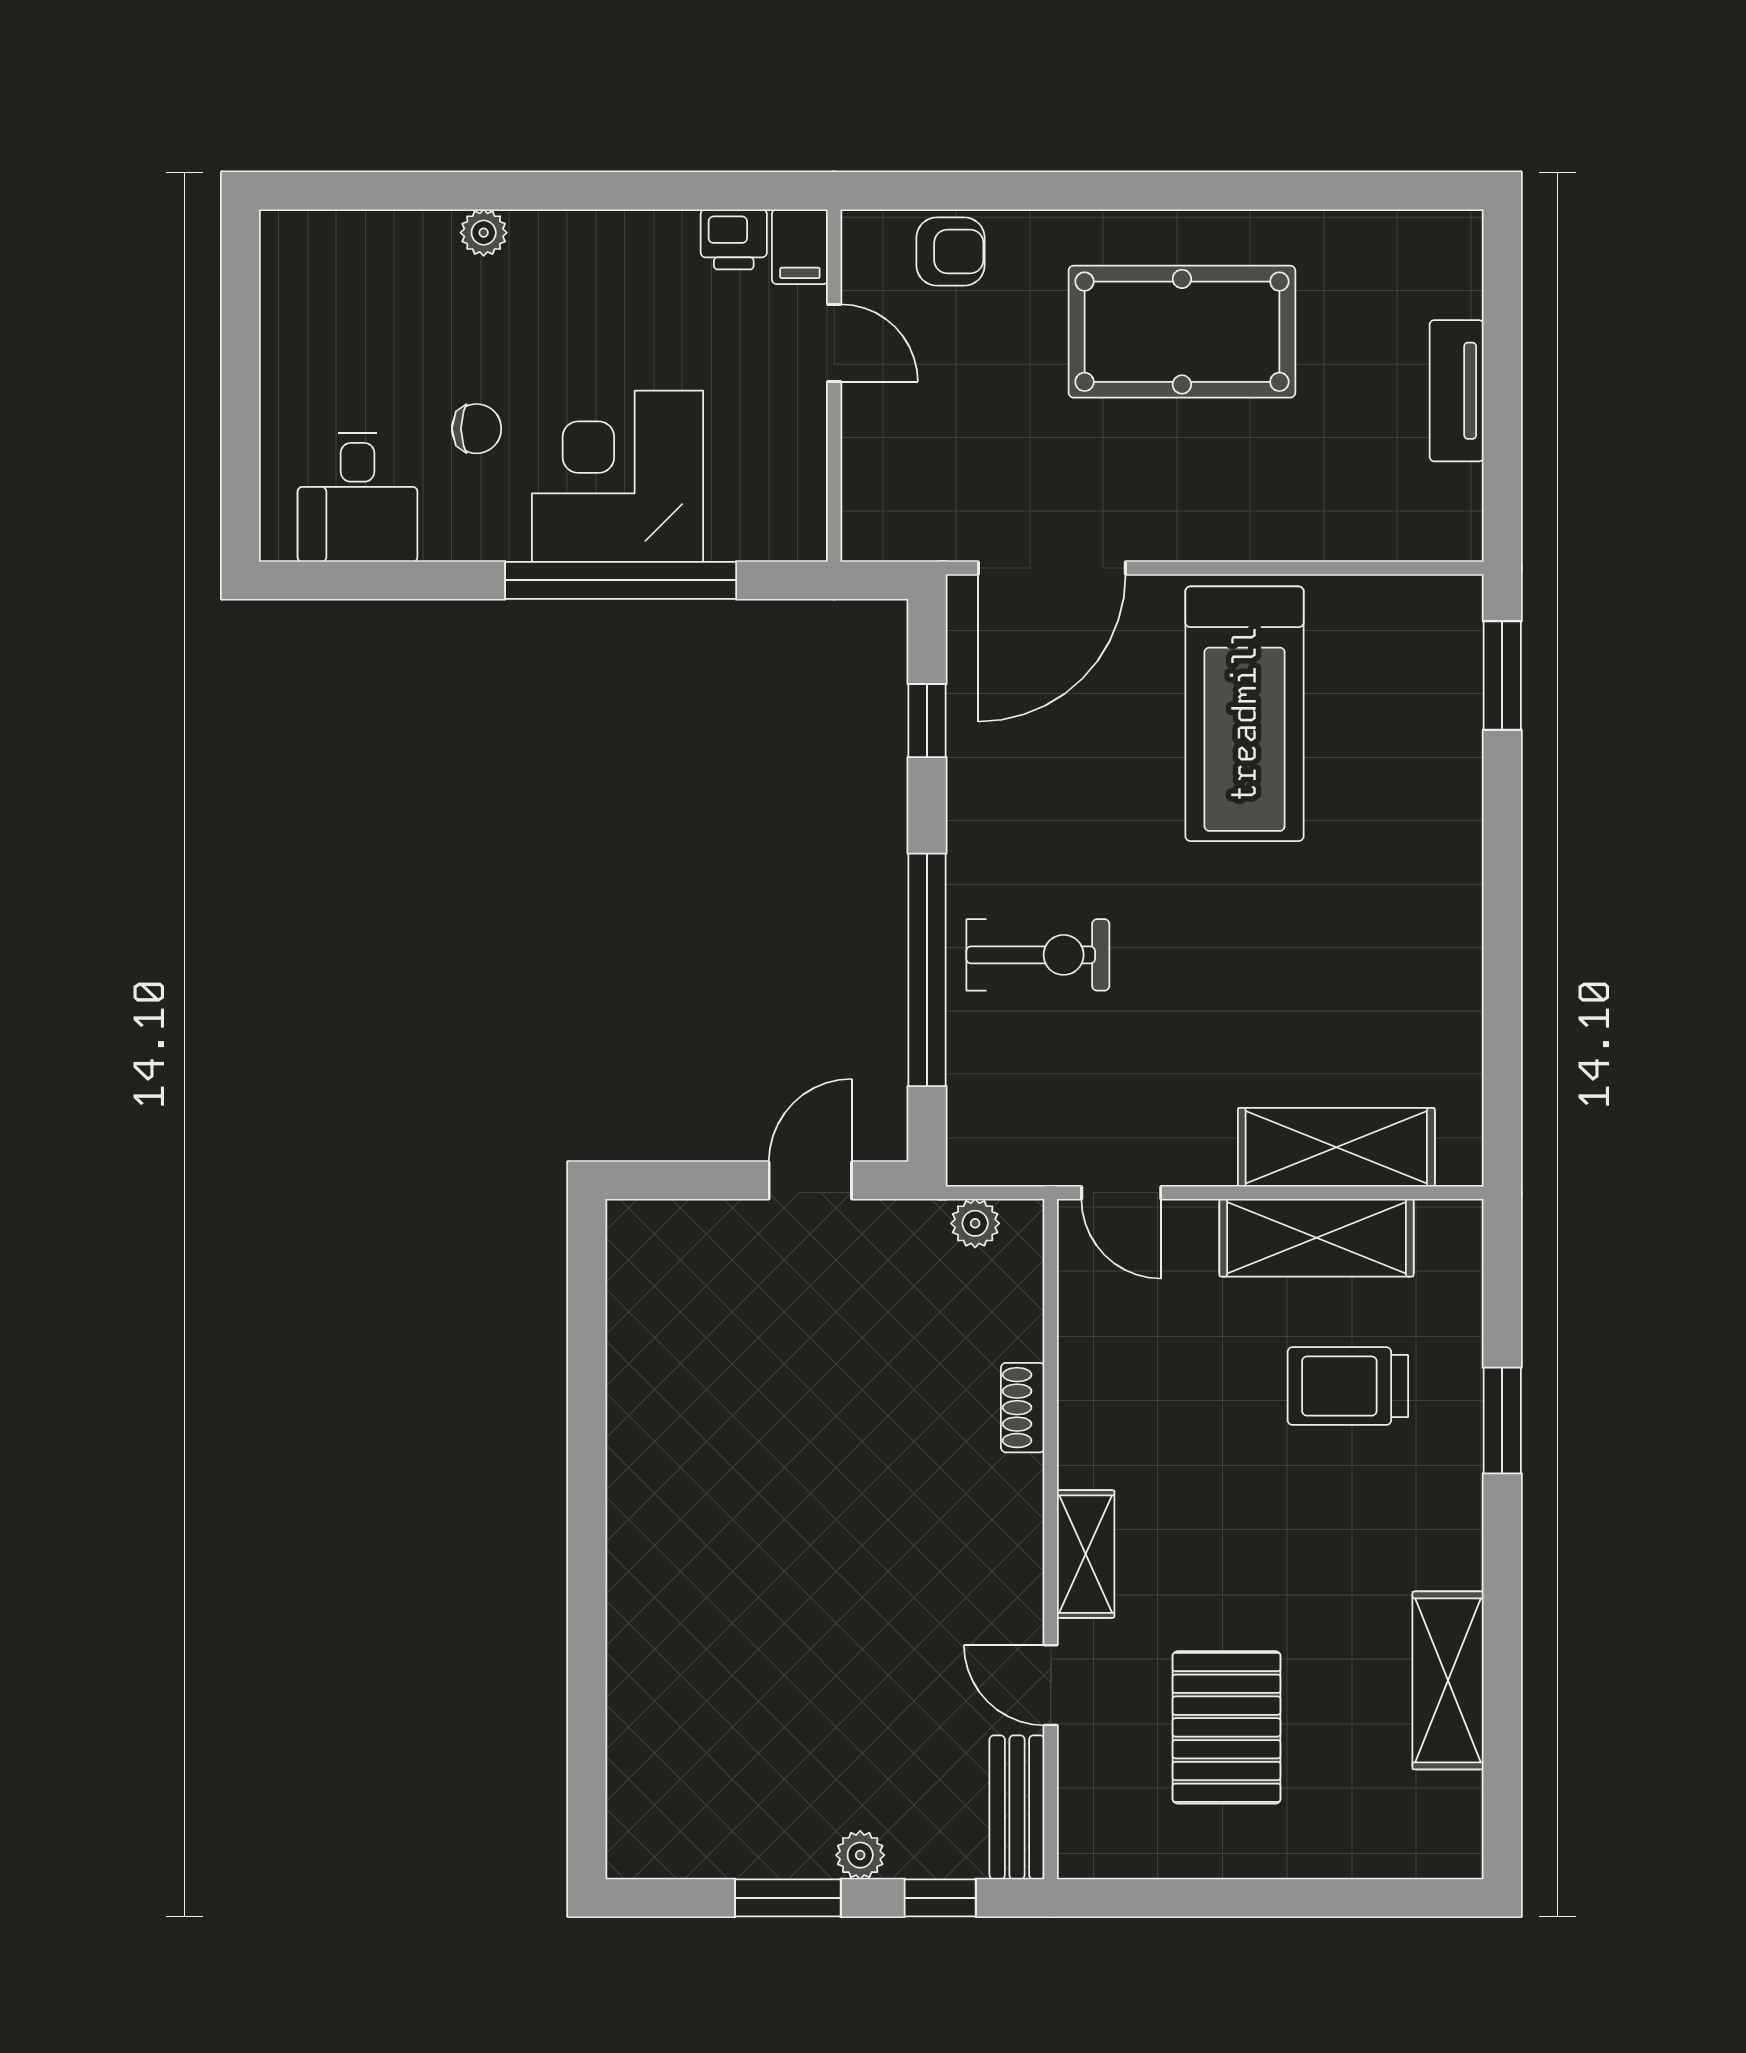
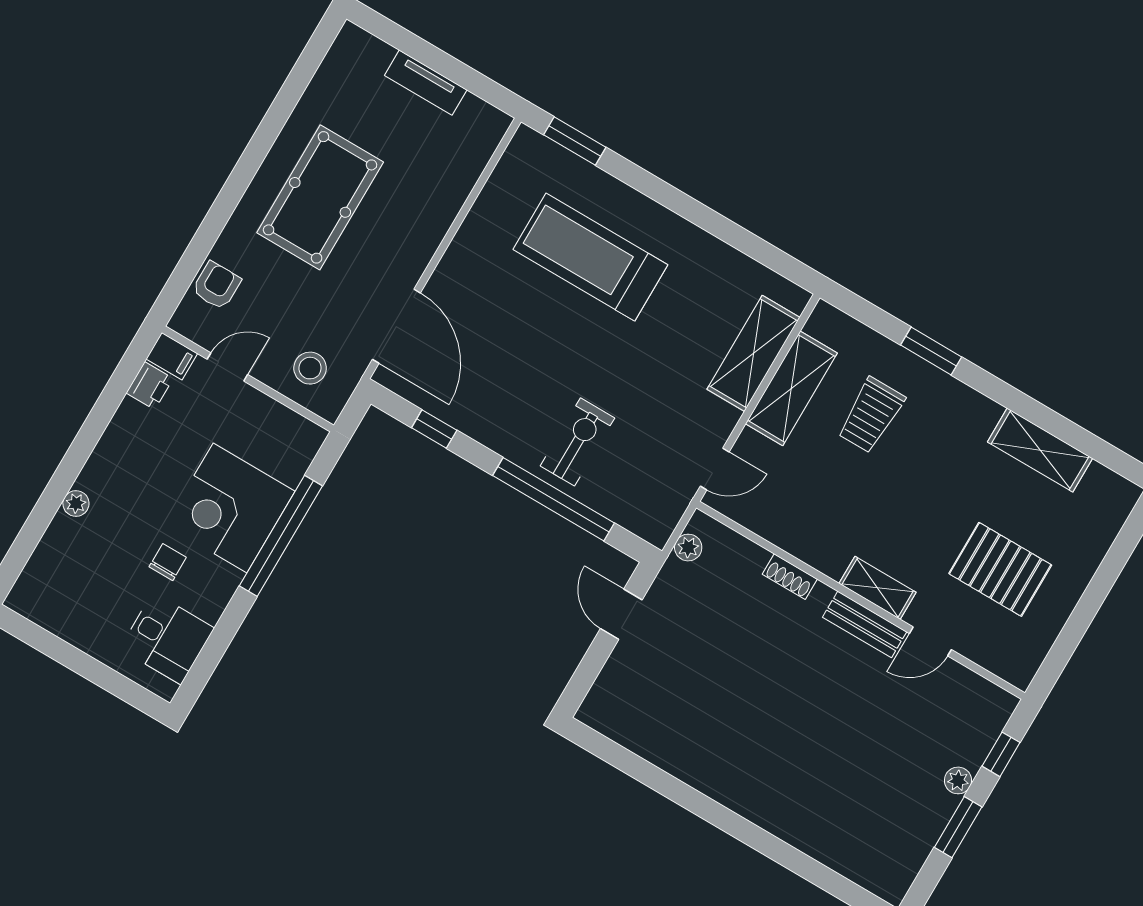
stool: (908, 472) -> (310, 368), added
treadmill: (1245, 714) -> (590, 257), moved, turned 180
bench: (1017, 1807) -> (865, 624), moved

